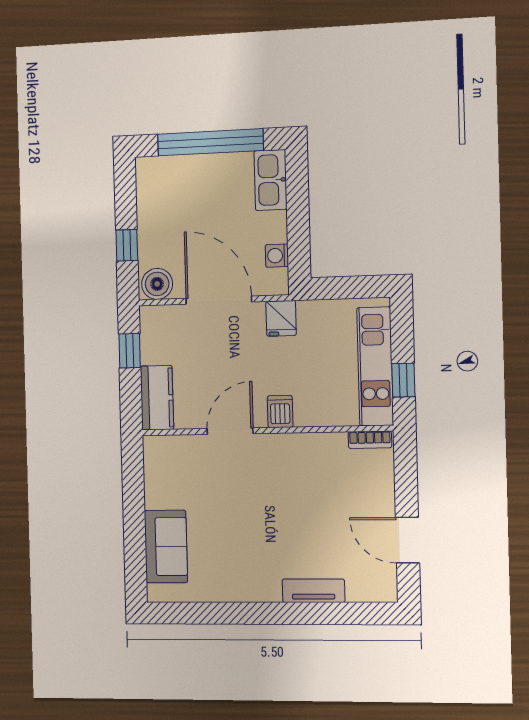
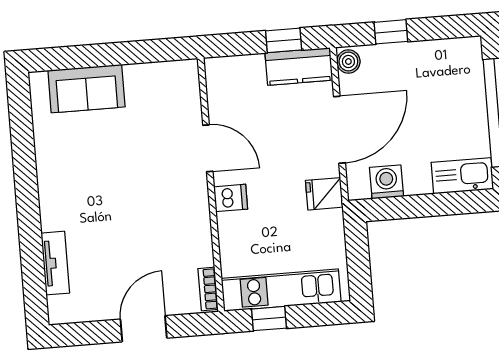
washing machine: (277, 256) -> (387, 182), width x1.38, depth x1.38
boiler: (157, 284) -> (348, 61), width x0.73, depth x0.73
kitchen counter: (157, 398) -> (299, 66), moved
door: (408, 540) -> (144, 329), moved
tv unit: (313, 591) -> (55, 263), moved

